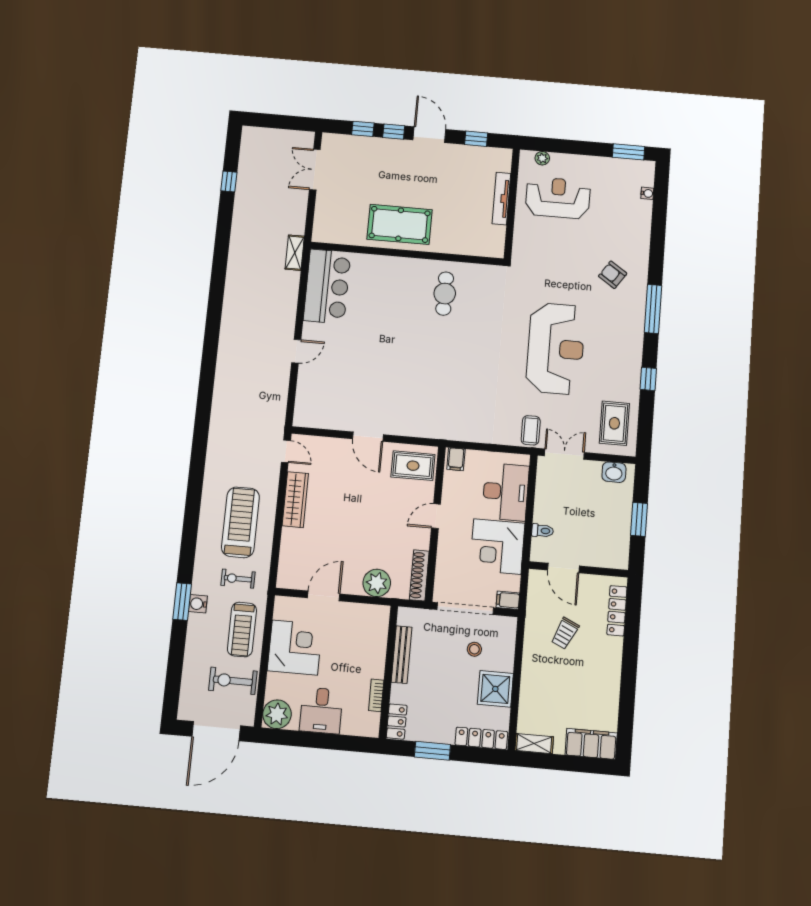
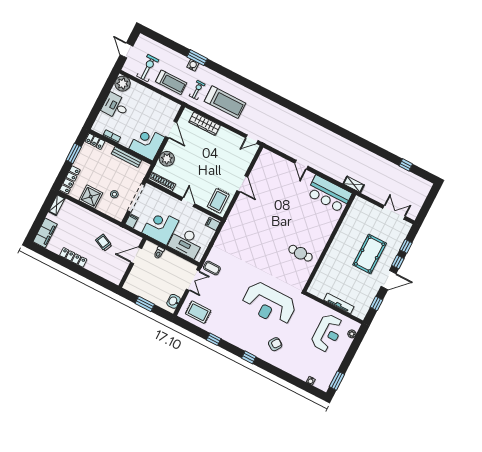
pool table: (400, 224) -> (370, 254), moved
window: (653, 309) -> (249, 357), width x0.46
reception desk: (556, 349) -> (269, 304), moved
door: (368, 437) -> (242, 184), swing flipped
wardrobe: (295, 500) -> (205, 124), moved
locker: (617, 611) -> (73, 257), moved
treadmill: (242, 629) -> (171, 82), turned 180
corner desk: (295, 648) -> (147, 143), moved, turned 180
door: (216, 731) -> (127, 50), width x0.53

